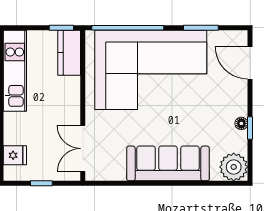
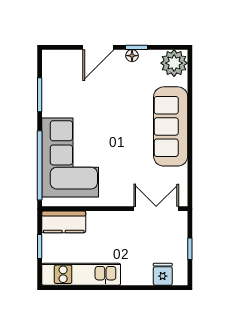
window: (61, 28) -> (40, 247), moved
door: (250, 63) -> (98, 47), moved
corner sofa: (151, 70) -> (70, 158), width x0.73, depth x0.74
double door: (83, 149) -> (156, 209), swing flipped

